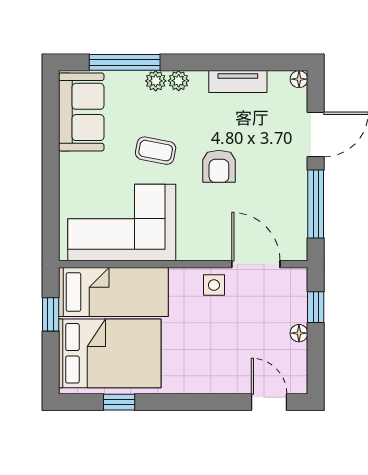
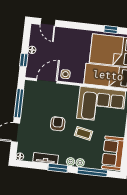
window: (207, 62) -> (58, 168), added
door: (256, 264) -> (47, 81), swing flipped

